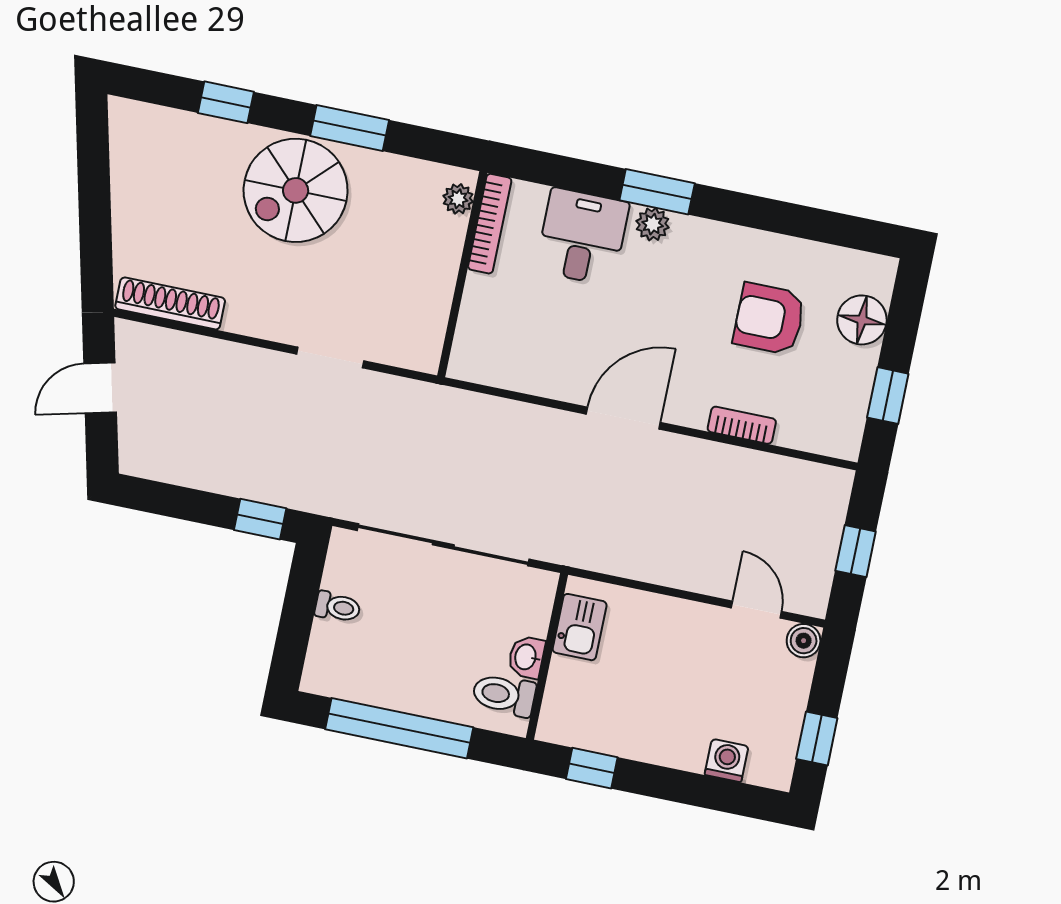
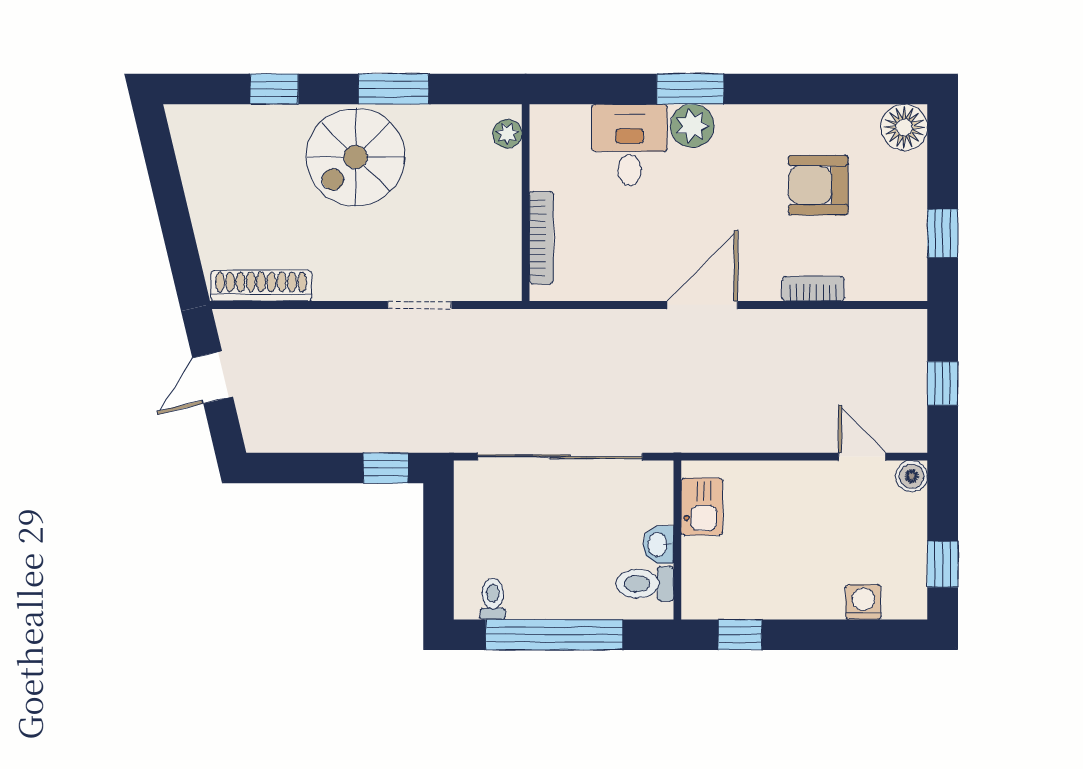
bookcase: (490, 224) -> (541, 238), moved
plant: (653, 224) -> (692, 126), width x1.38, depth x1.38
floor lamp: (862, 320) -> (904, 127), moved
toilet: (338, 607) -> (493, 599), moved, turned -90

